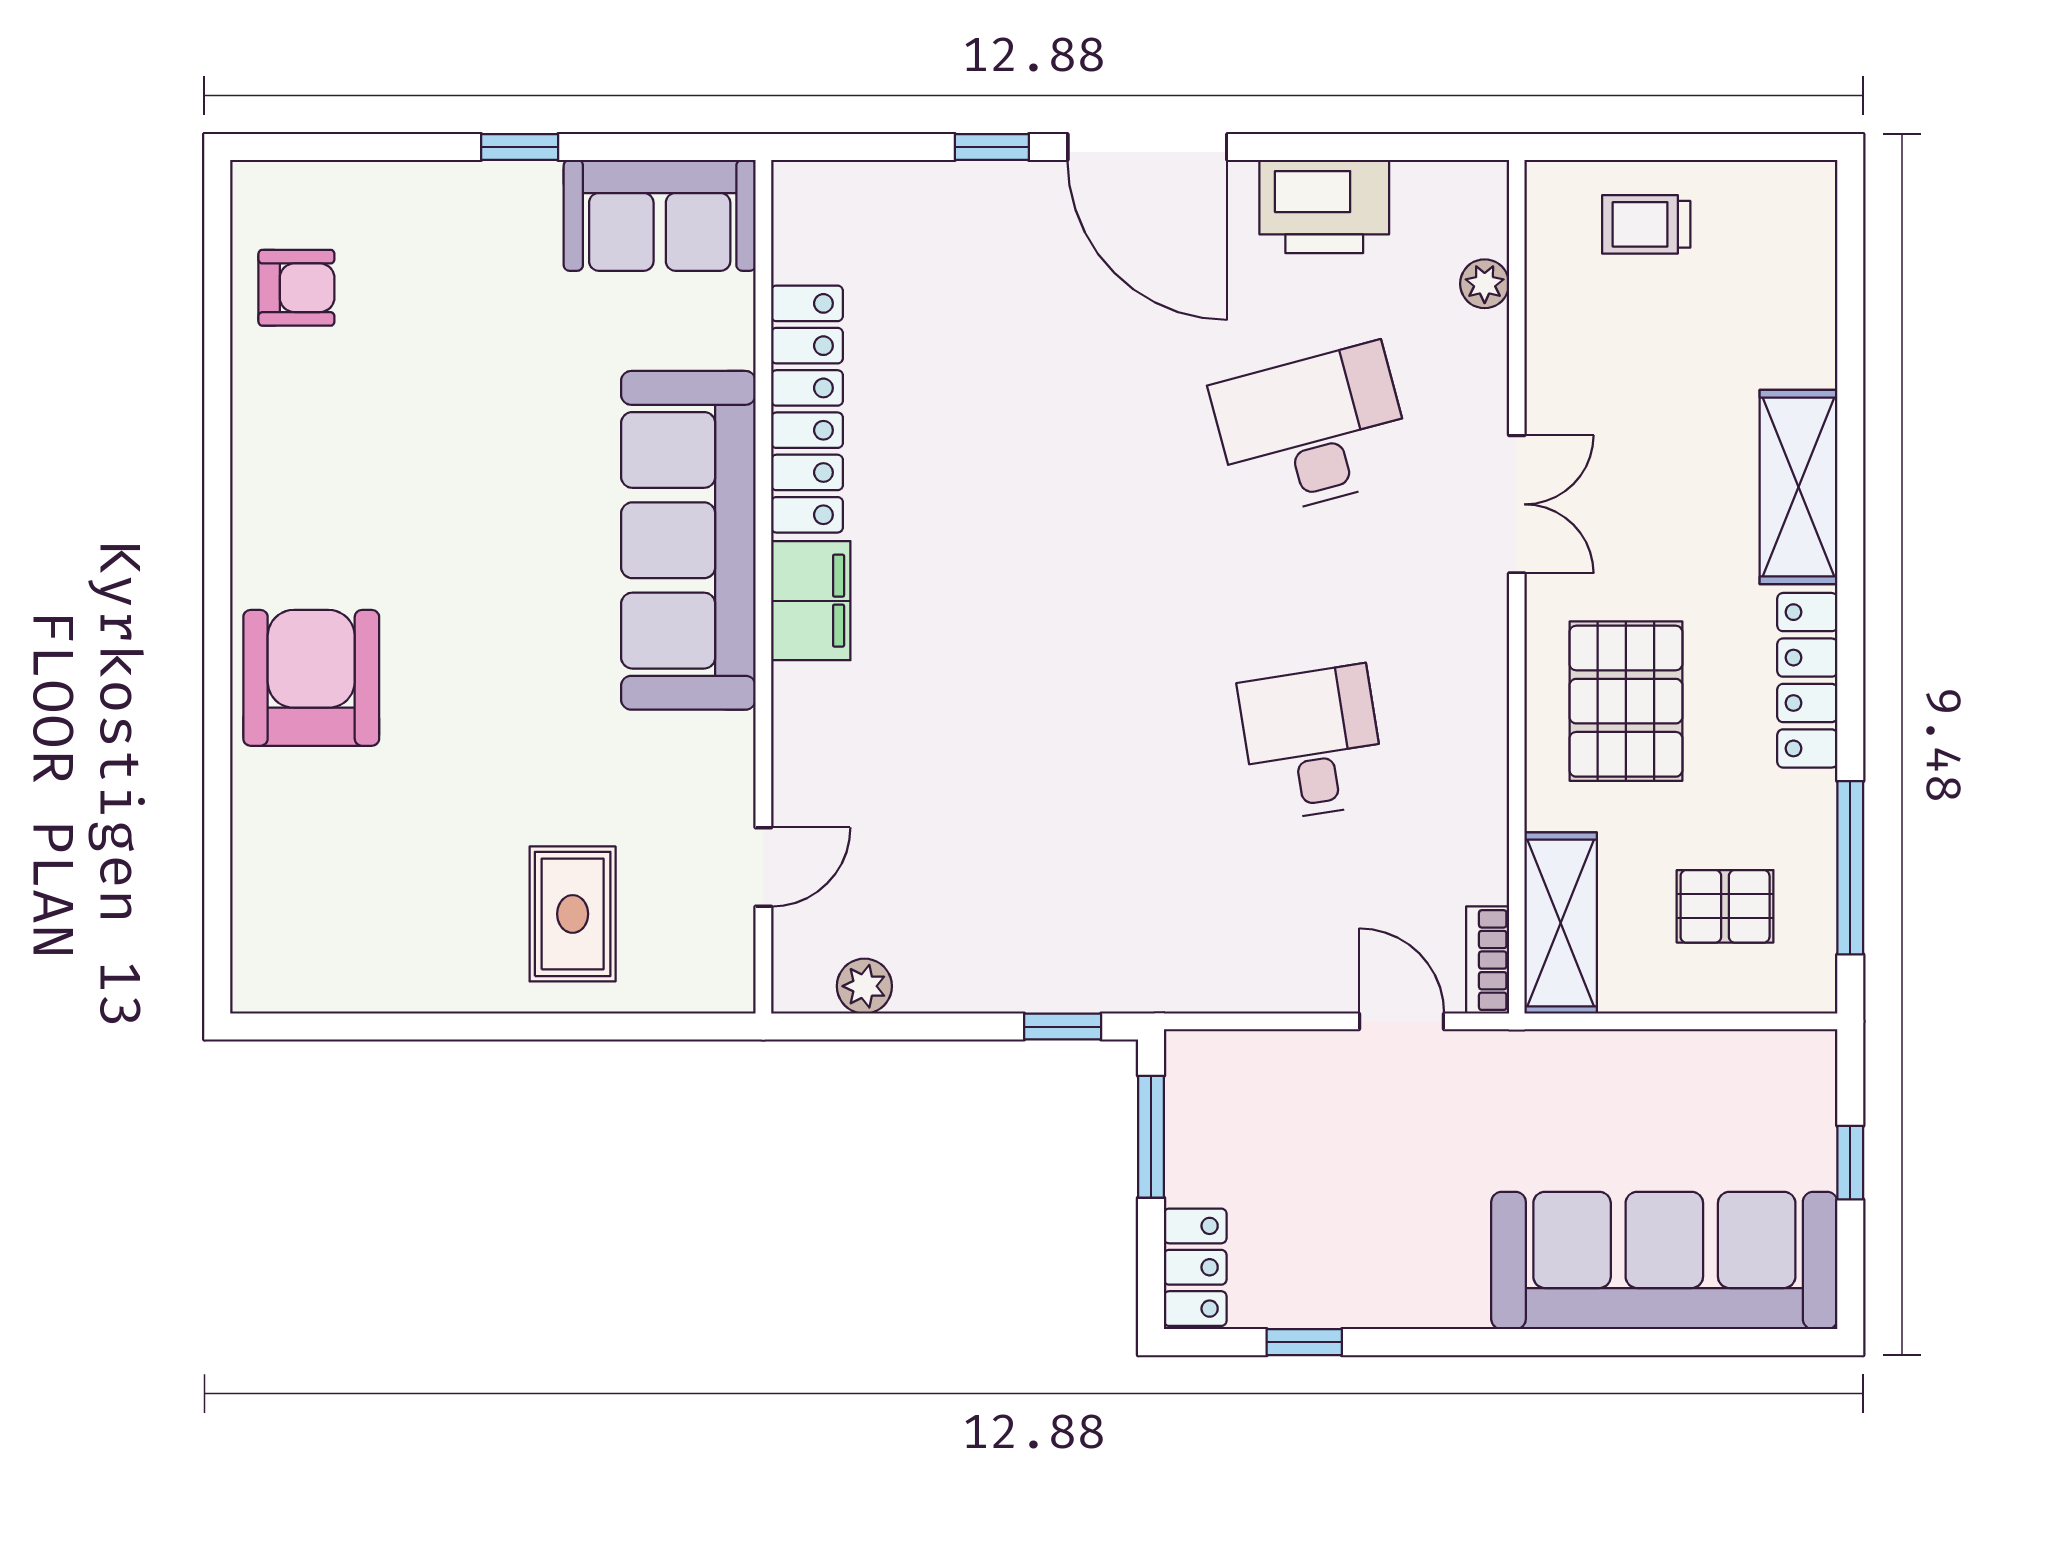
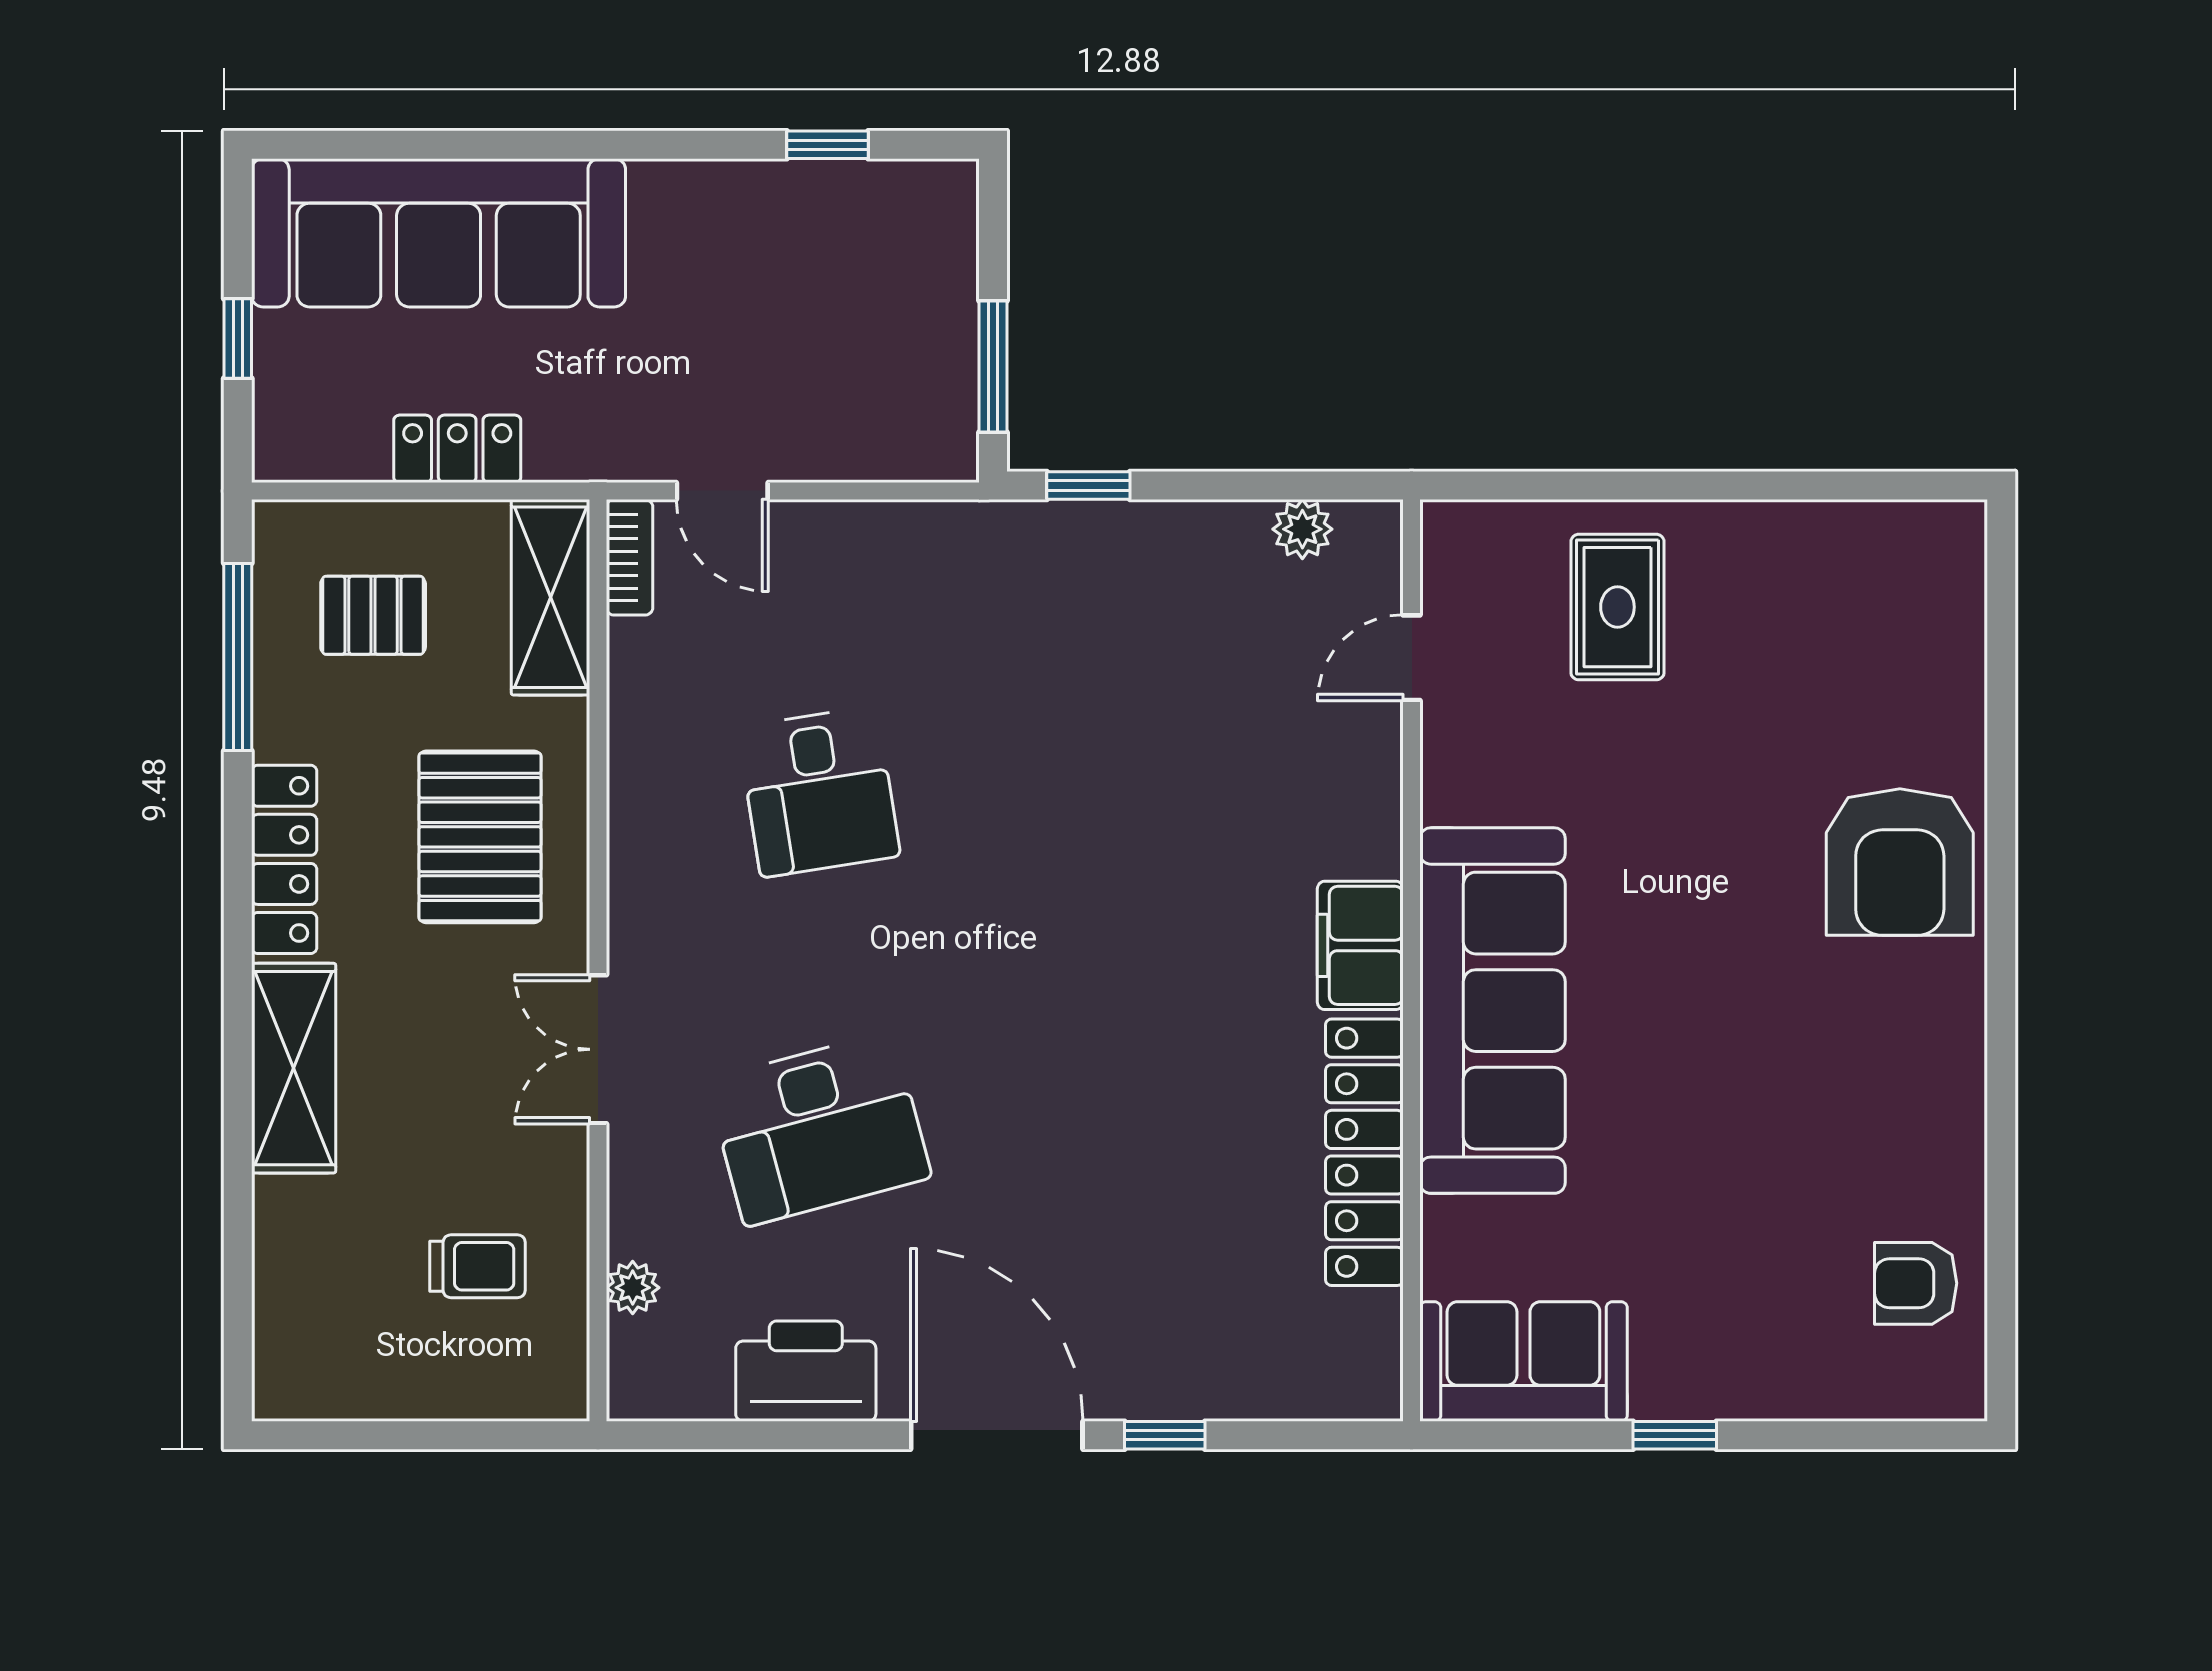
trolley: (1646, 224) -> (477, 1266), moved
locker: (1195, 1267) -> (457, 449), moved, turned 90

